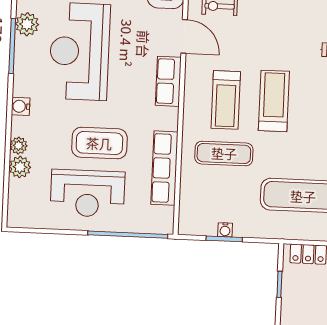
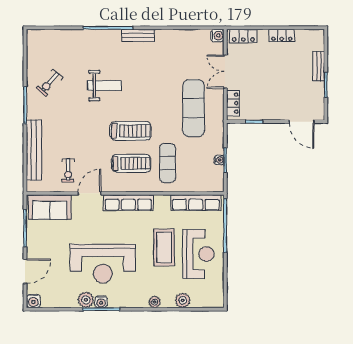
row of seats: (168, 81) -> (128, 203), width x1.48
treadmill: (274, 101) -> (130, 131), turned 180
water cooler: (21, 106) -> (101, 302), moved
plant: (19, 146) -> (155, 302), moved
row of seats: (164, 168) -> (196, 203), moved

